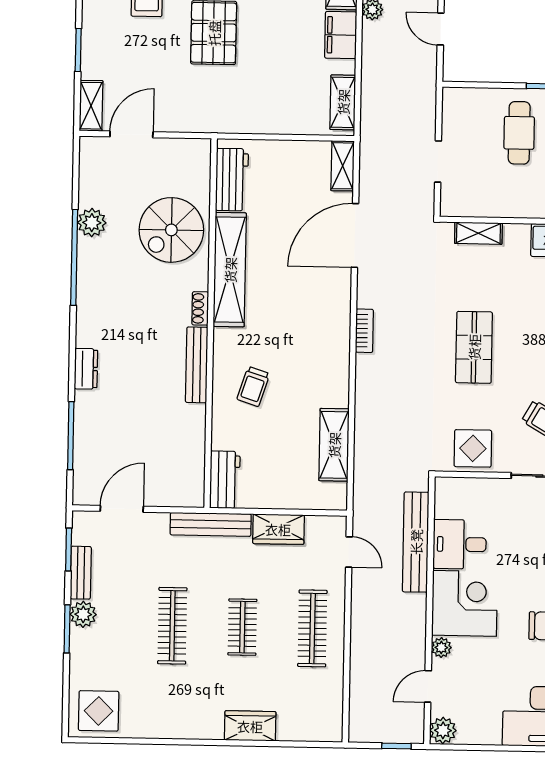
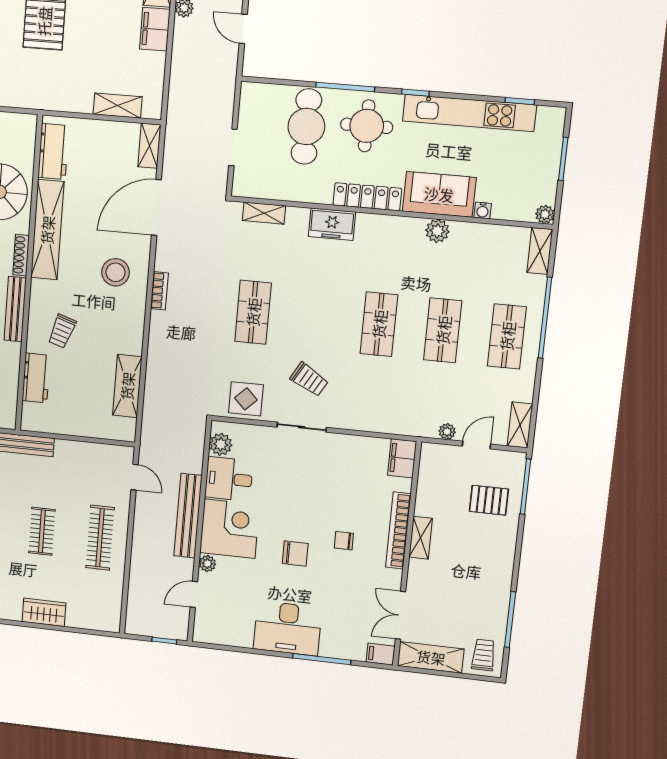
shelving: (343, 102) -> (118, 106), moved, turned 90
cafe table: (519, 133) -> (306, 126), width x1.37, depth x1.35
shoe rack: (200, 308) -> (21, 255), width x1.43
stool: (312, 313) -> (116, 272), added
workbench: (225, 480) -> (36, 378), moved
wardrobe: (278, 529) -> (76, 453), removed
bench: (416, 542) -> (188, 516), moved
plant: (443, 730) -> (221, 444), moved

